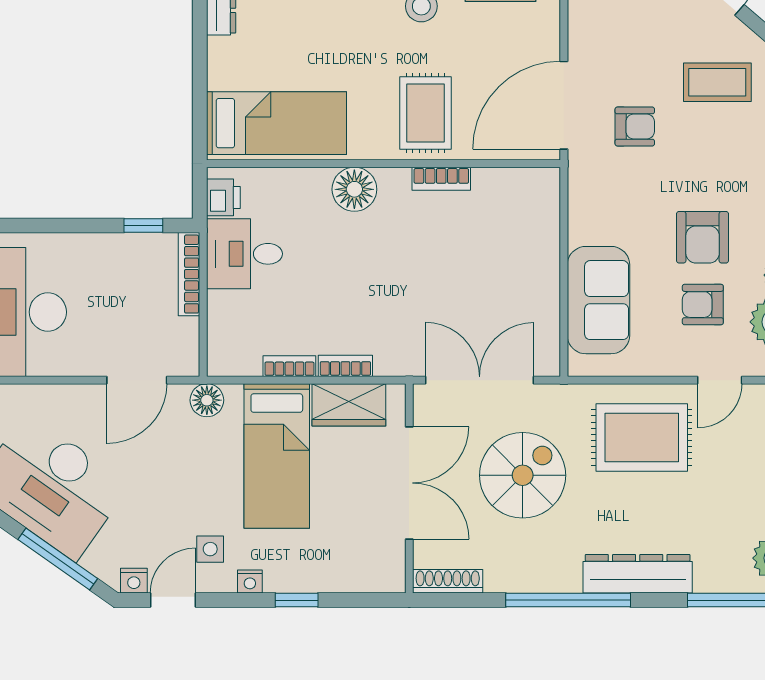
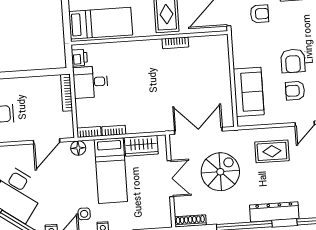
floor lamp: (354, 189) -> (137, 50), removed
window: (143, 225) -> (45, 73), removed
bookcase: (345, 366) -> (89, 132), moved
rug: (642, 437) -> (272, 151), width x0.73, depth x0.70
double door: (409, 483) -> (170, 179), width x0.73

